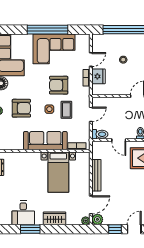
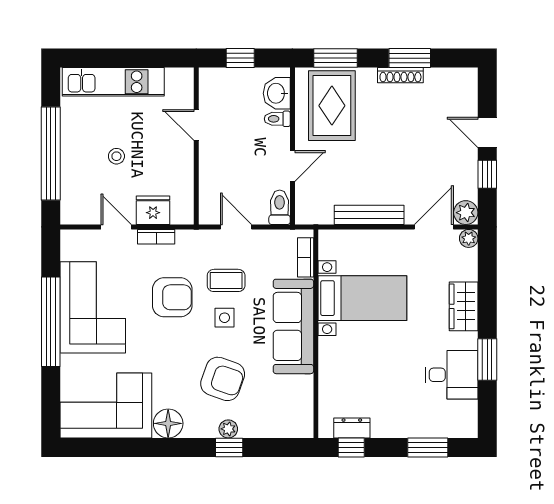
armchair: (59, 85) -> (172, 297), turned -90
armchair: (21, 108) -> (223, 379), turned 109
door: (91, 205) -> (434, 227), hinge flipped

